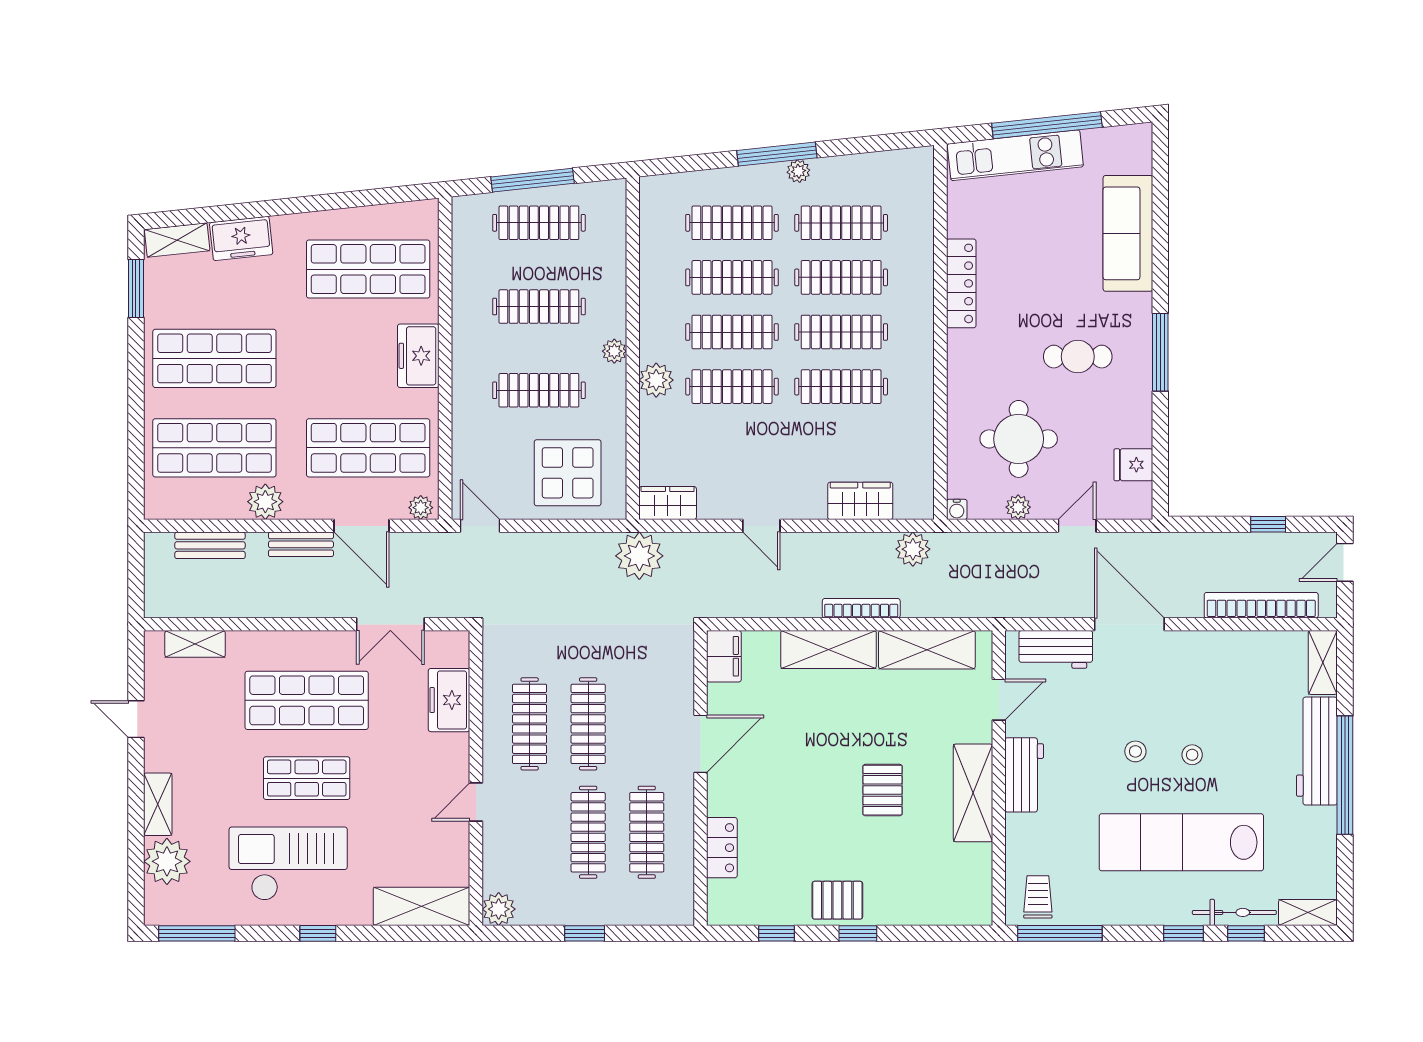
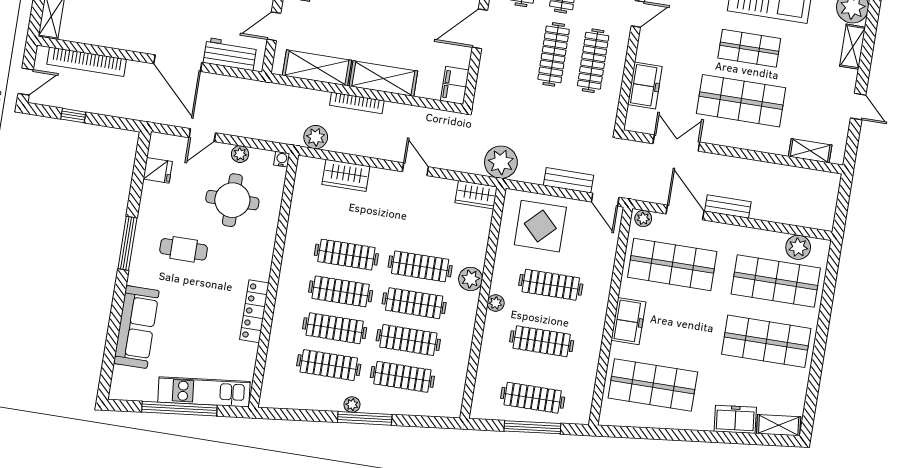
window: (136, 288) -> (812, 397), removed
plant: (265, 502) -> (798, 247), moved
bench: (210, 545) -> (569, 180), moved

